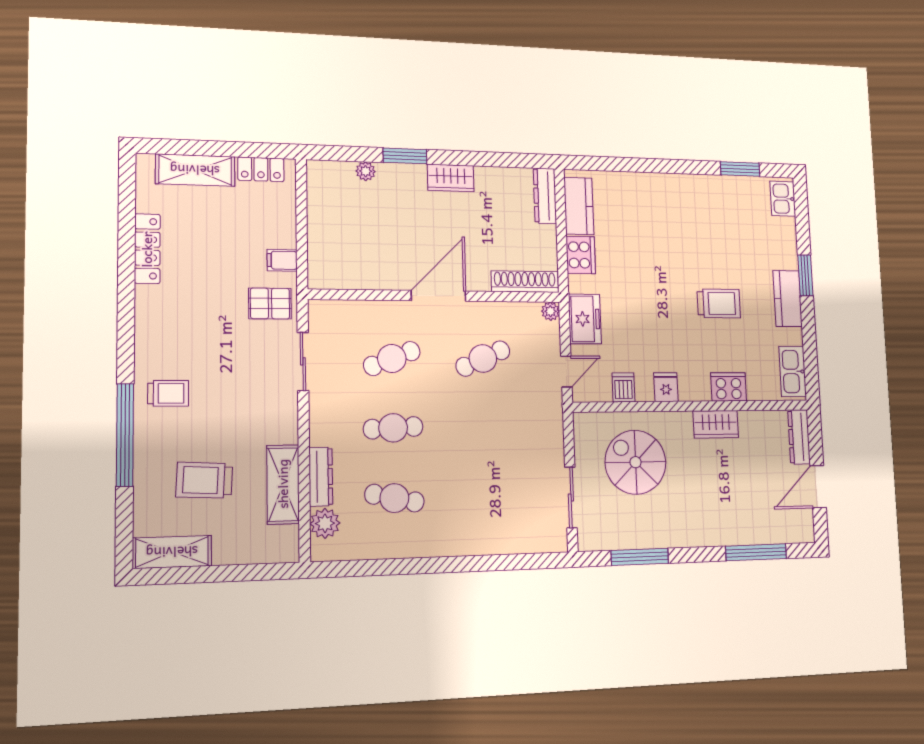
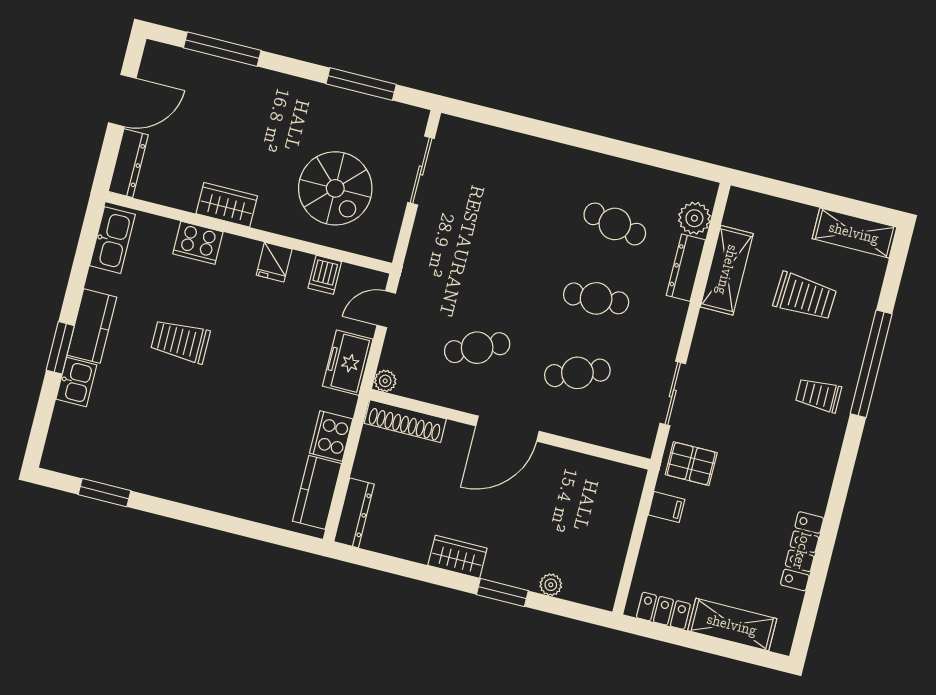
kitchen sink: (783, 199) -> (76, 382), moved

